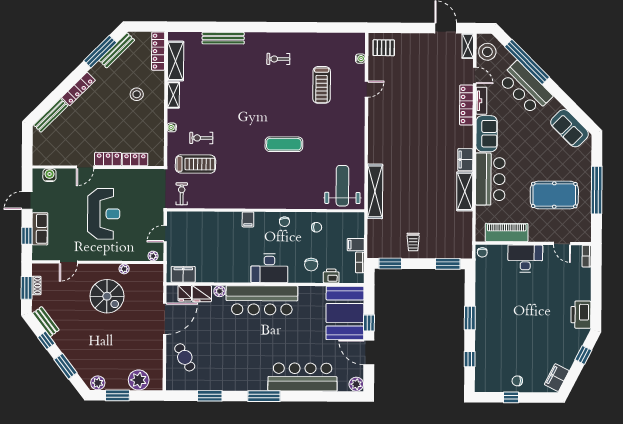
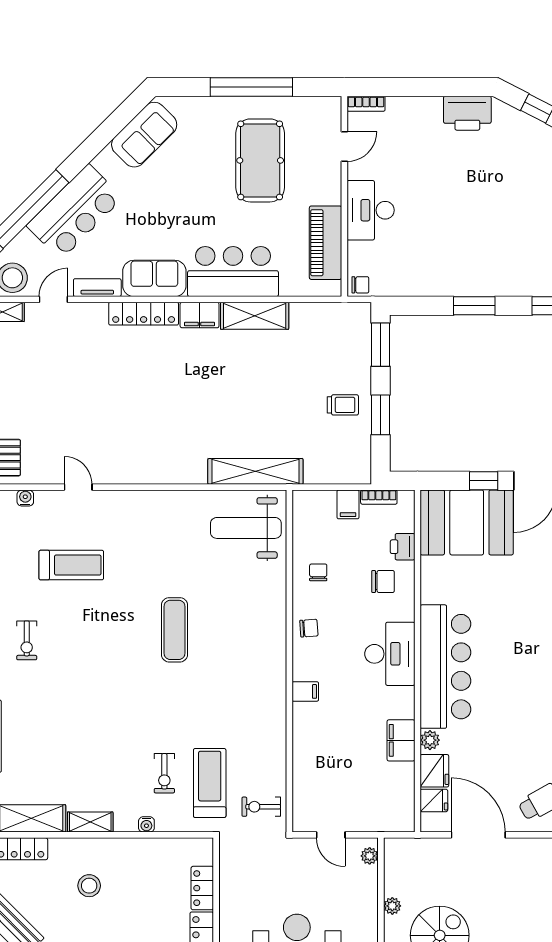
locker: (466, 105) -> (144, 314), moved
window: (390, 264) -> (380, 415), moved
filing cabinet: (183, 274) -> (401, 740), moved

